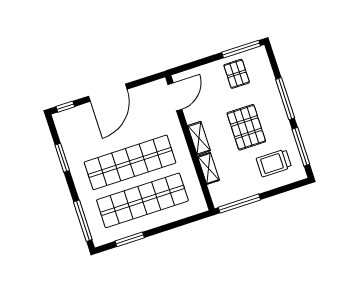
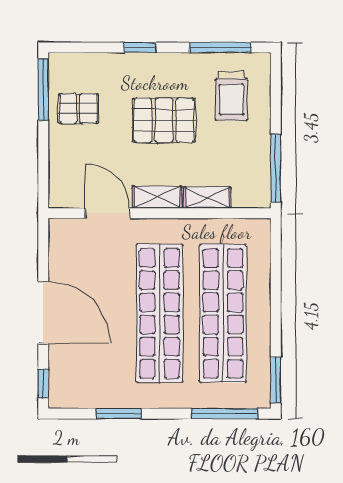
door: (175, 97) -> (107, 213), moved
window: (285, 99) -> (140, 47), width x0.46
window: (130, 239) -> (276, 380), moved

